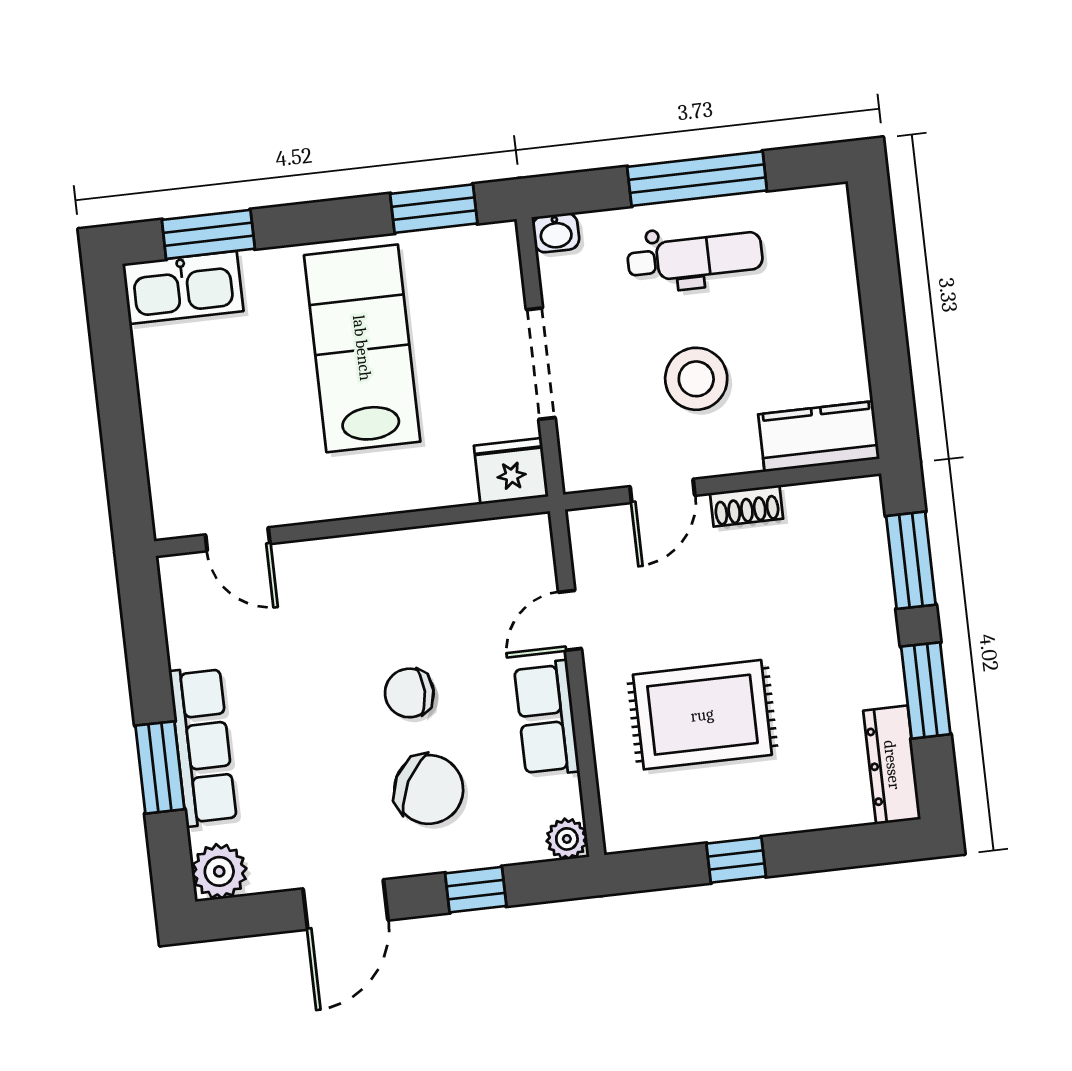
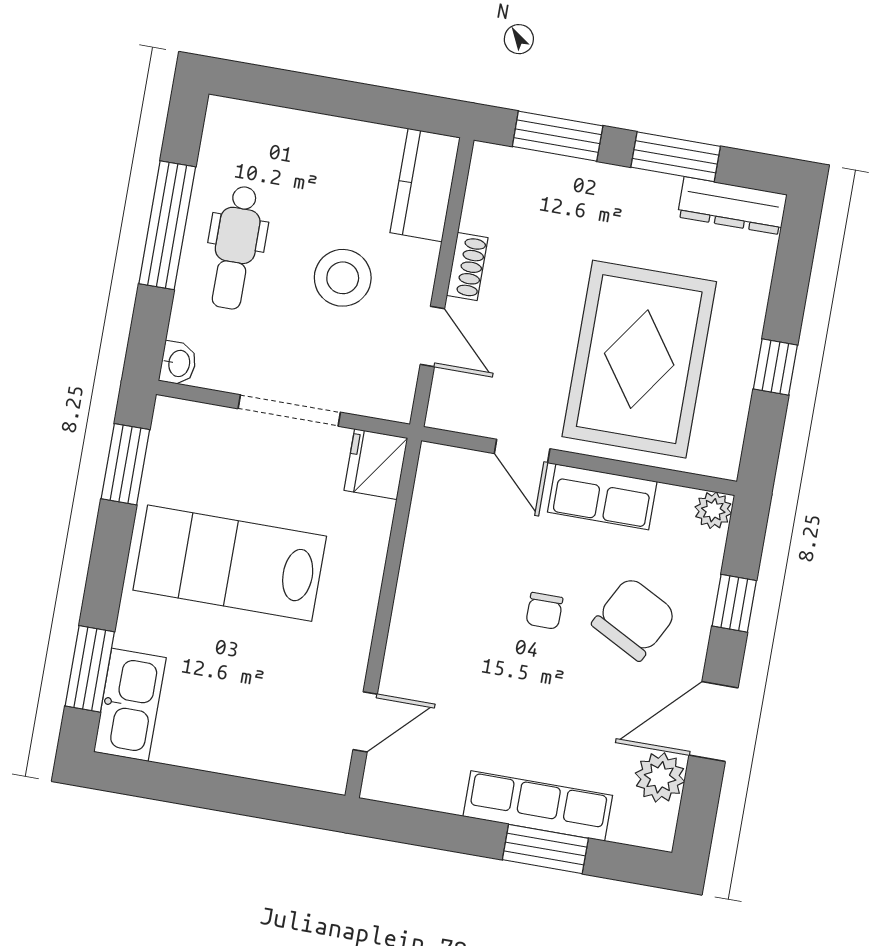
dental chair: (695, 257) -> (236, 248), turned 180
chair: (409, 693) -> (544, 611), width x0.73, depth x0.73
rug: (702, 715) -> (639, 359), width x1.37, depth x1.44
plant: (219, 871) -> (660, 777), moved
door: (346, 904) -> (714, 721), swing flipped

